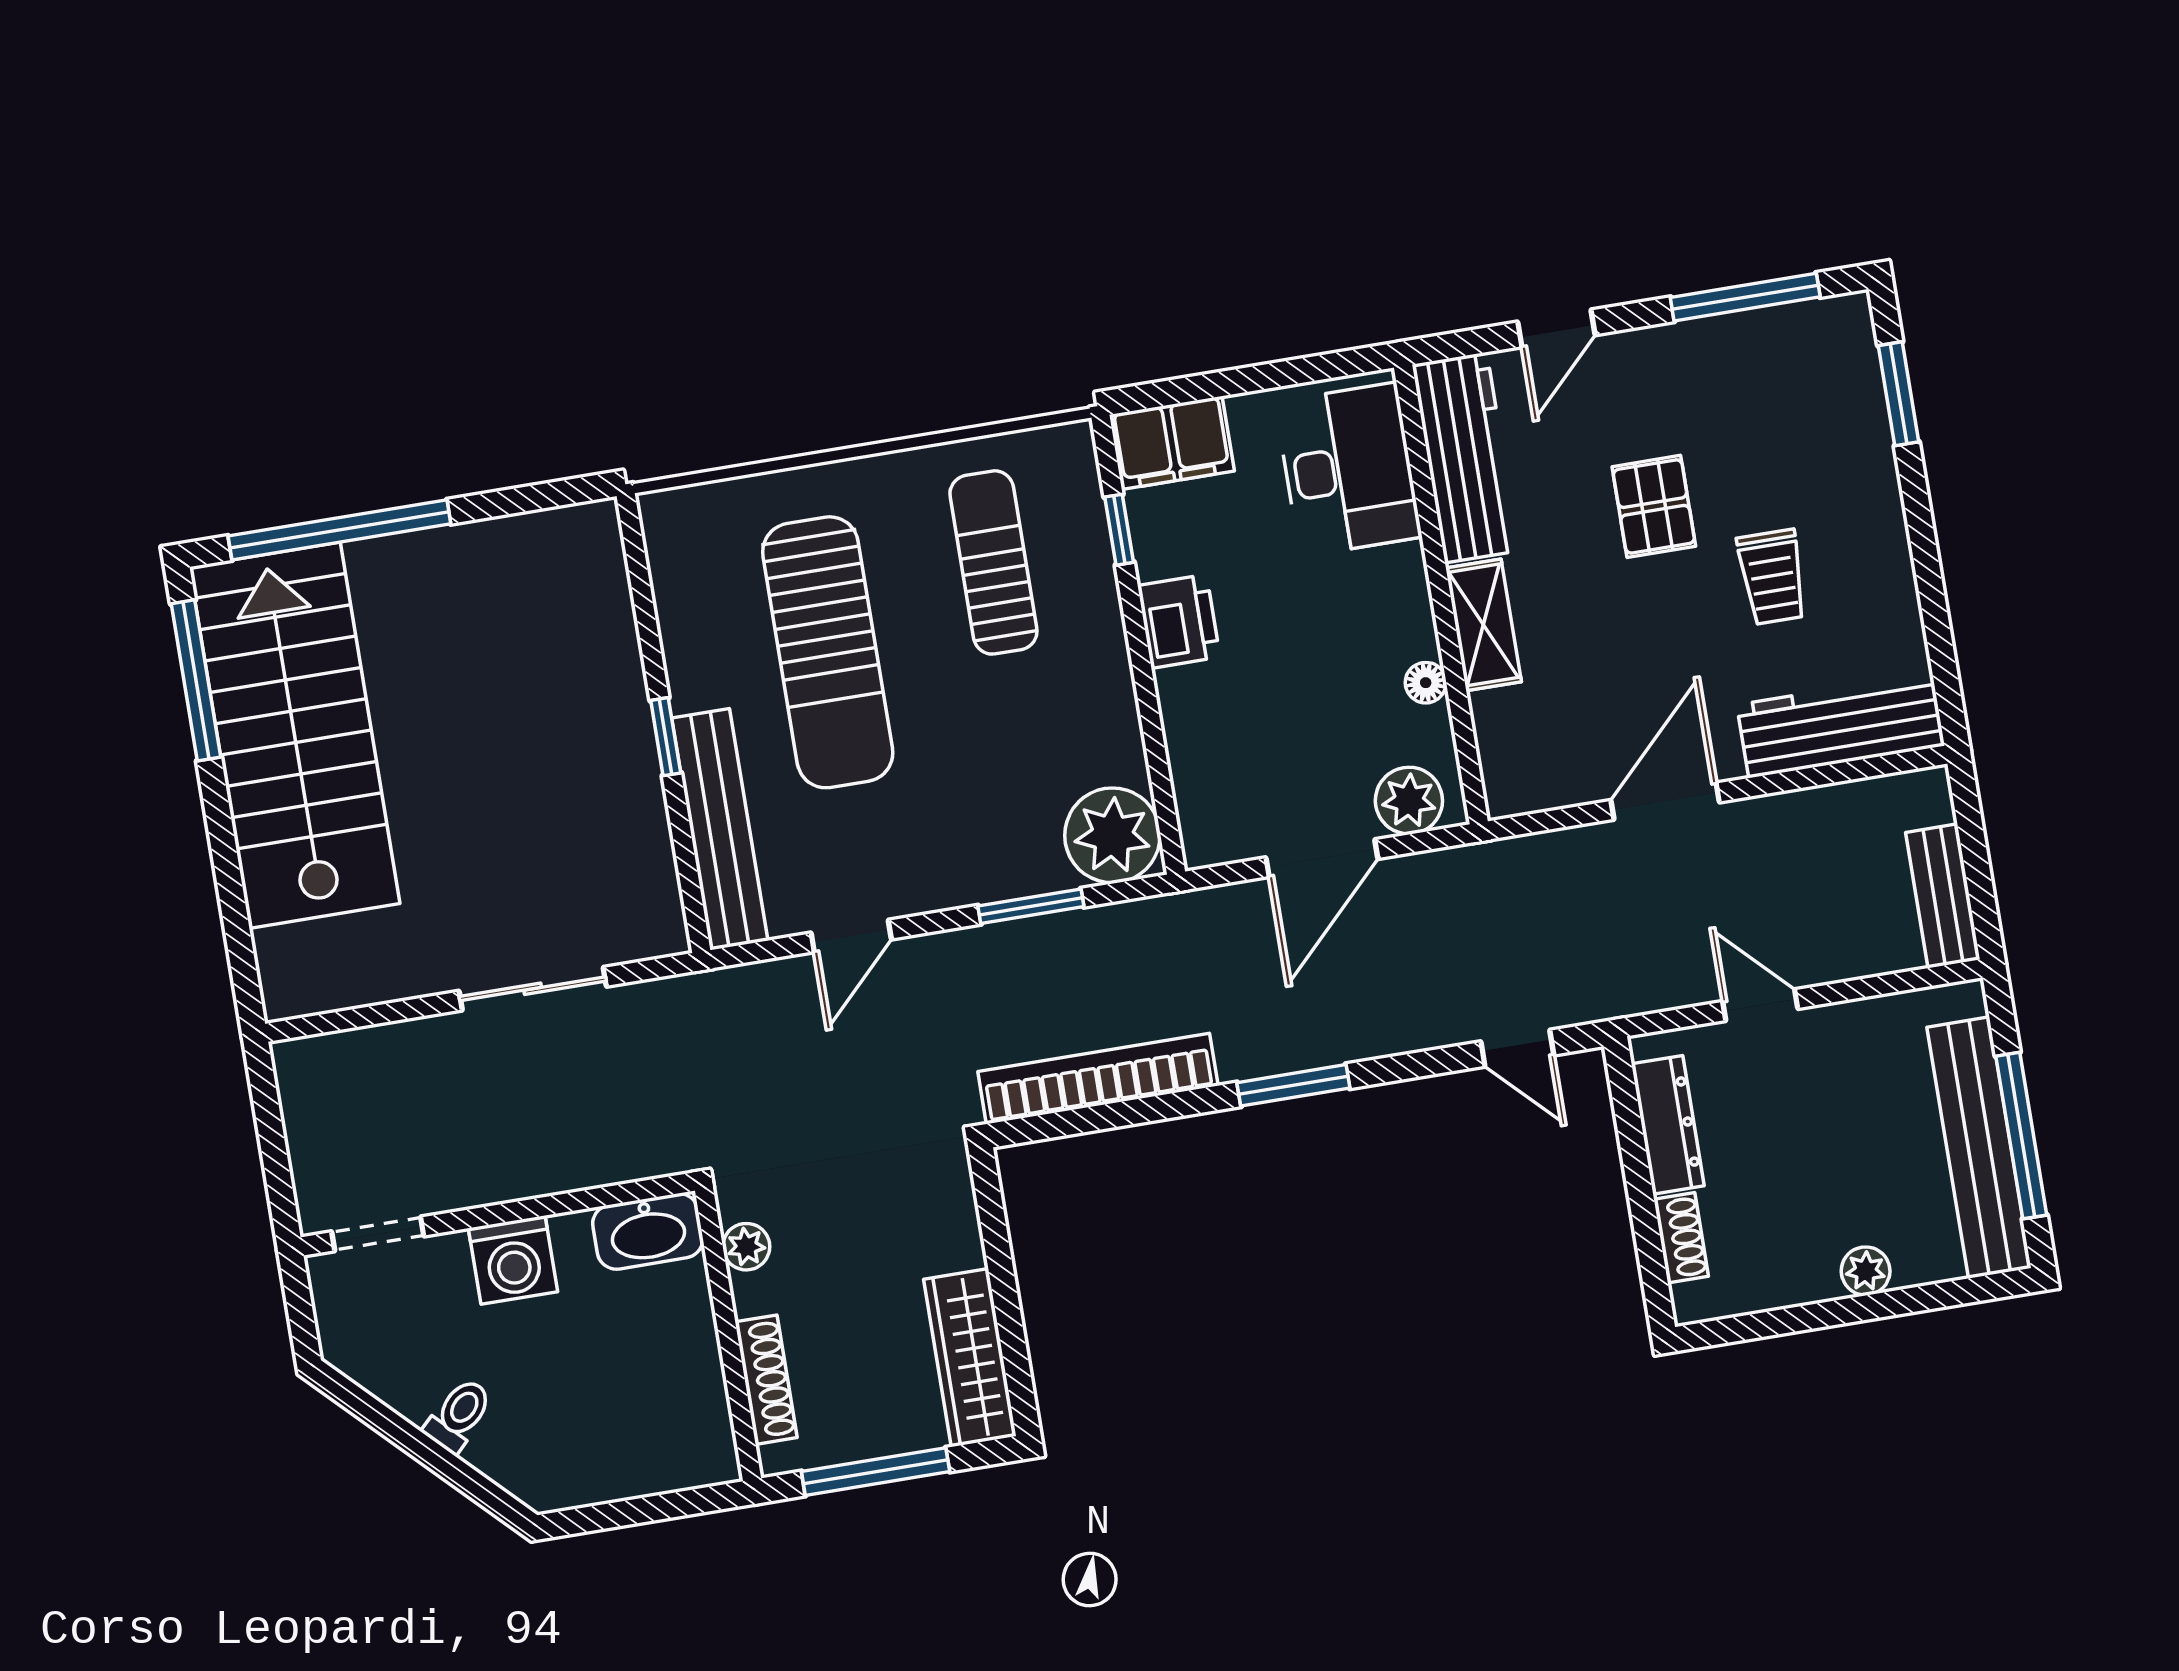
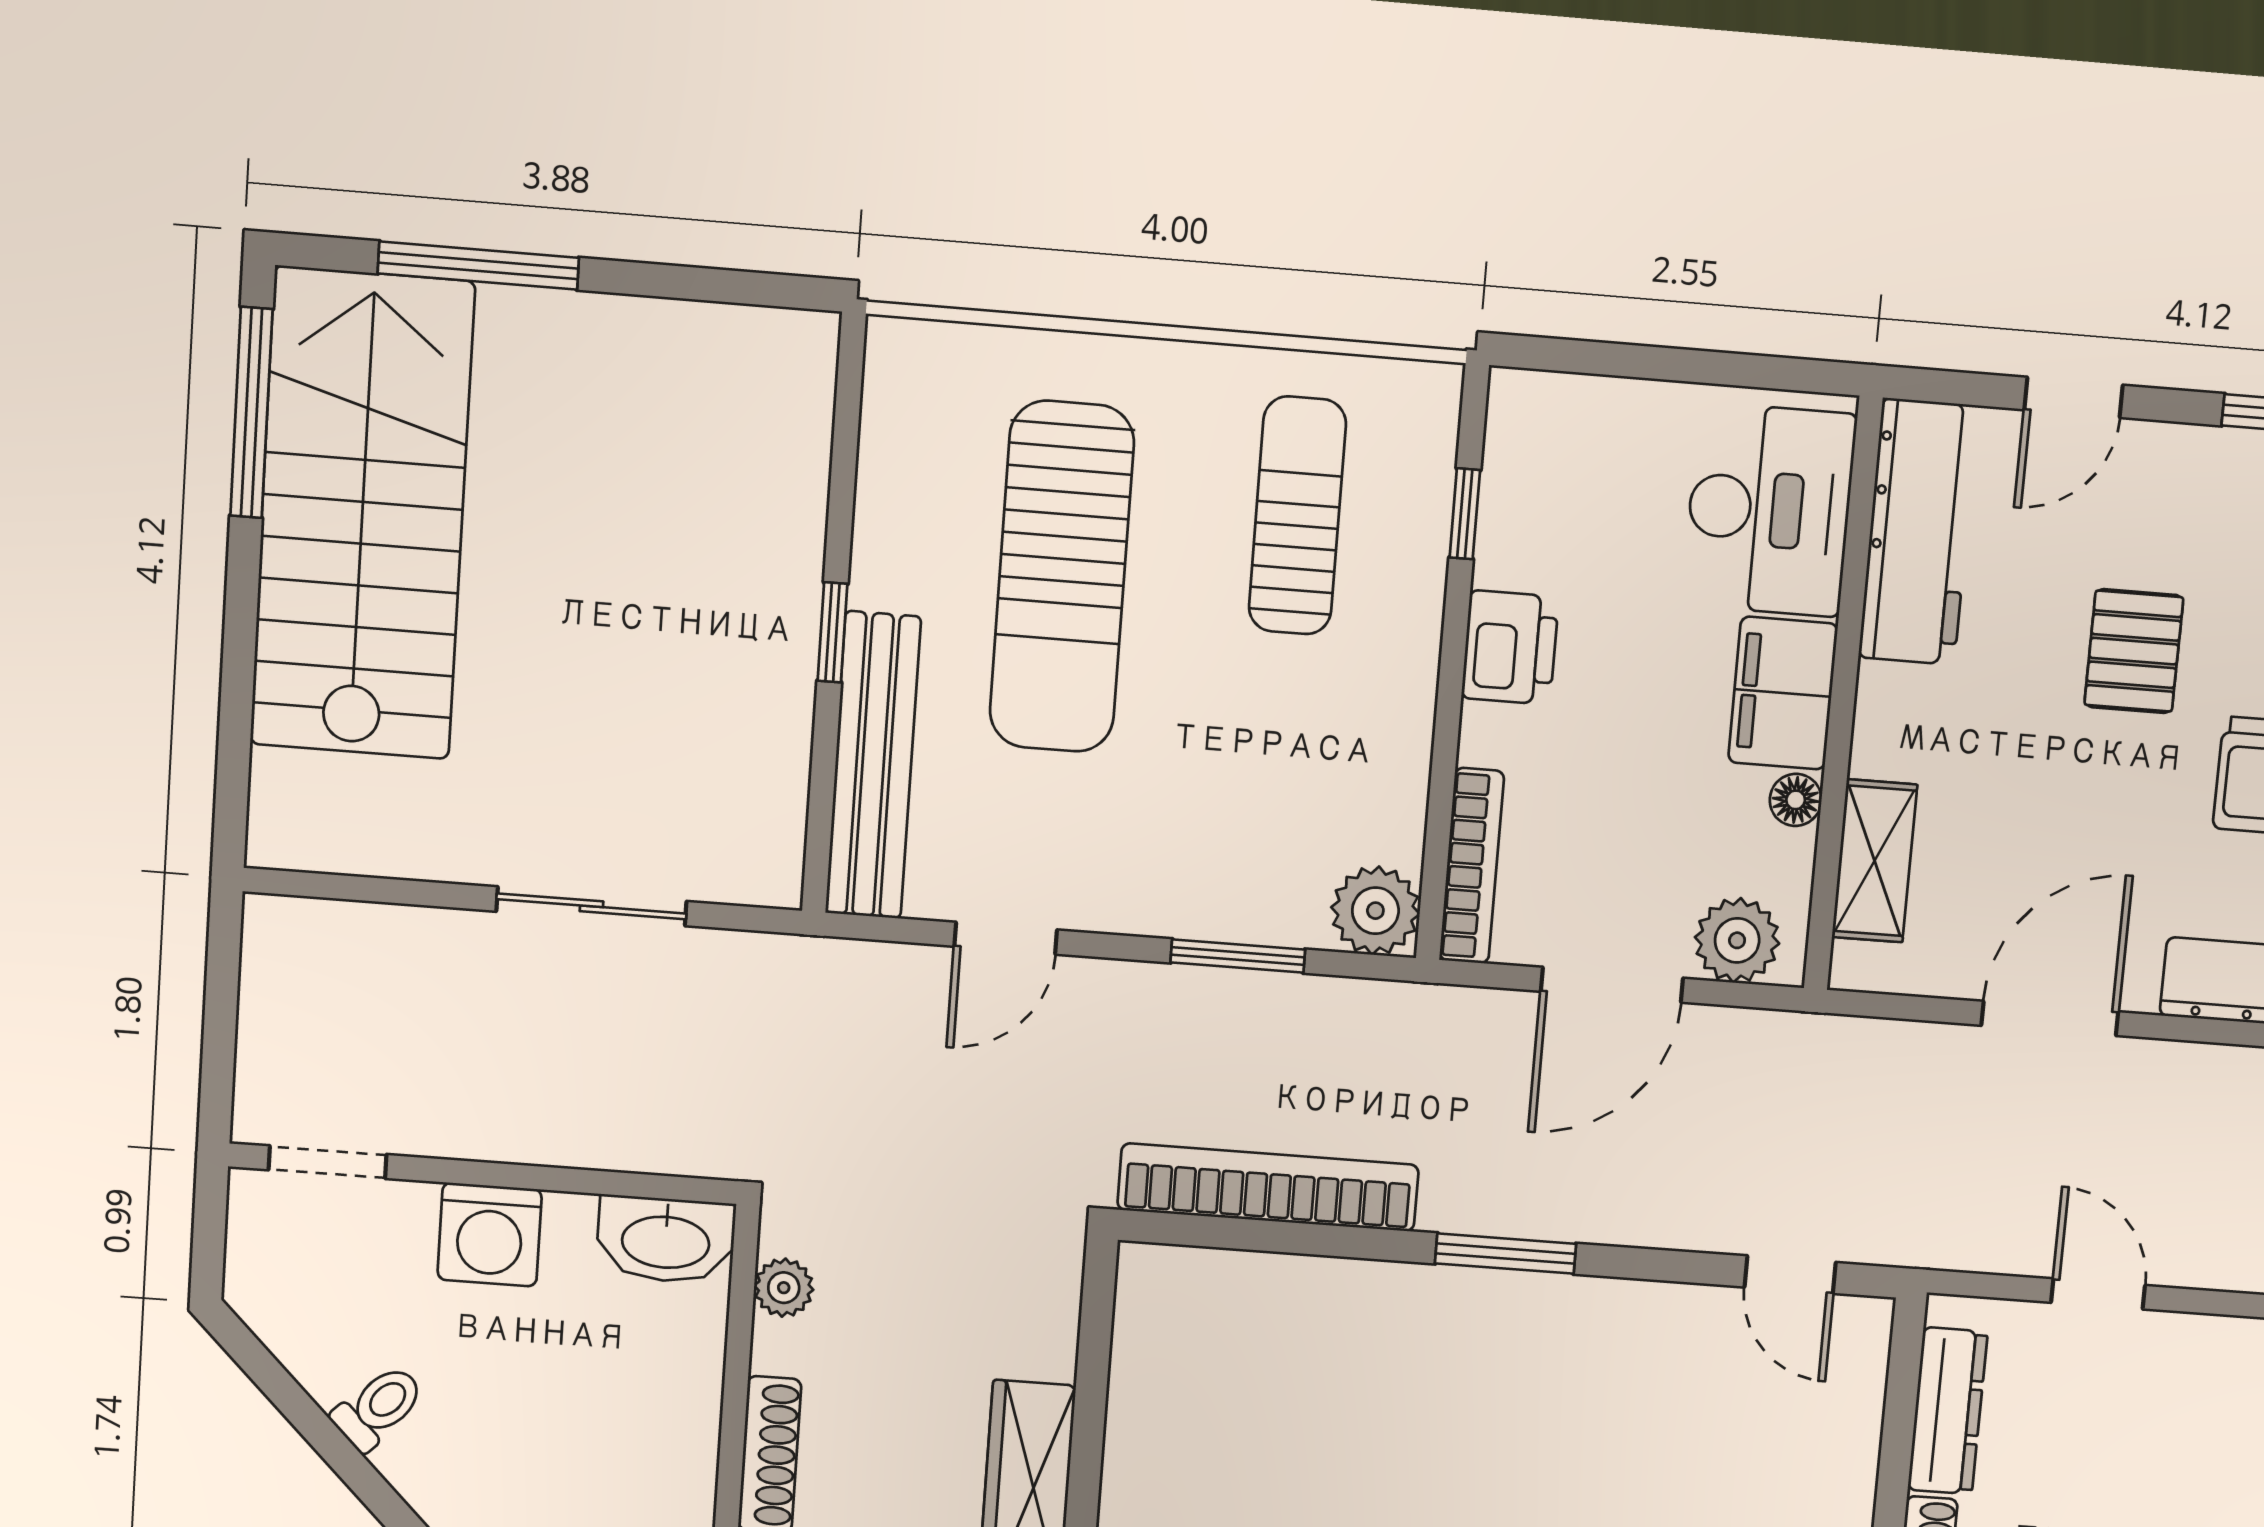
filing cabinet: (1172, 443) -> (1783, 693), moved, turned 90
window: (339, 530) -> (478, 266), width x0.68
shelving: (1483, 625) -> (1875, 861), moved
bookcase: (1192, 794) -> (1472, 866), added
plant: (1112, 835) -> (1375, 911), width x0.73, depth x0.73

